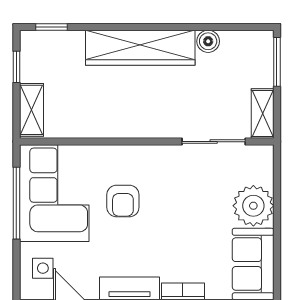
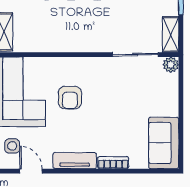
plant: (253, 206) -> (171, 65), moved, width x0.53, depth x0.53

